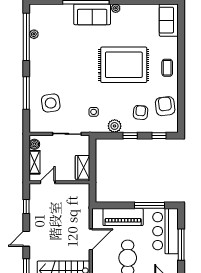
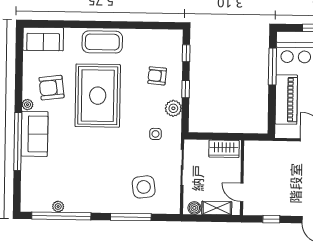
coffee table: (167, 68) -> (102, 42), width x1.86, depth x1.72
armchair: (165, 106) -> (52, 88), moved

